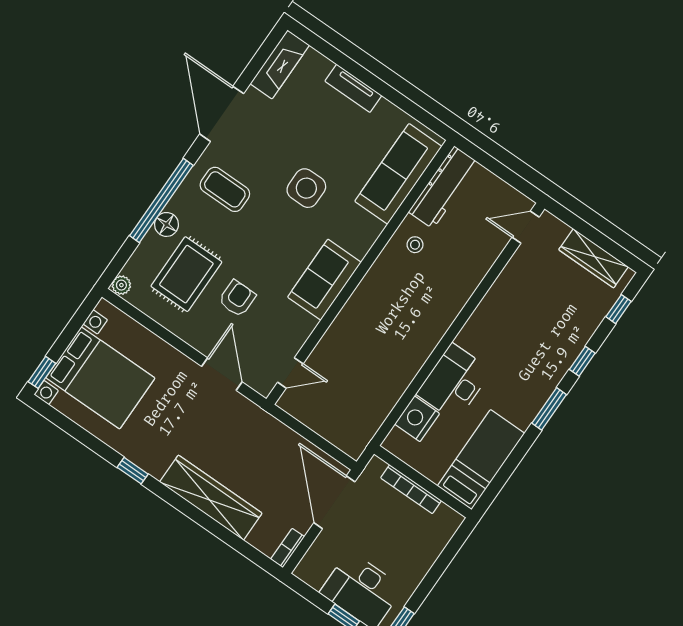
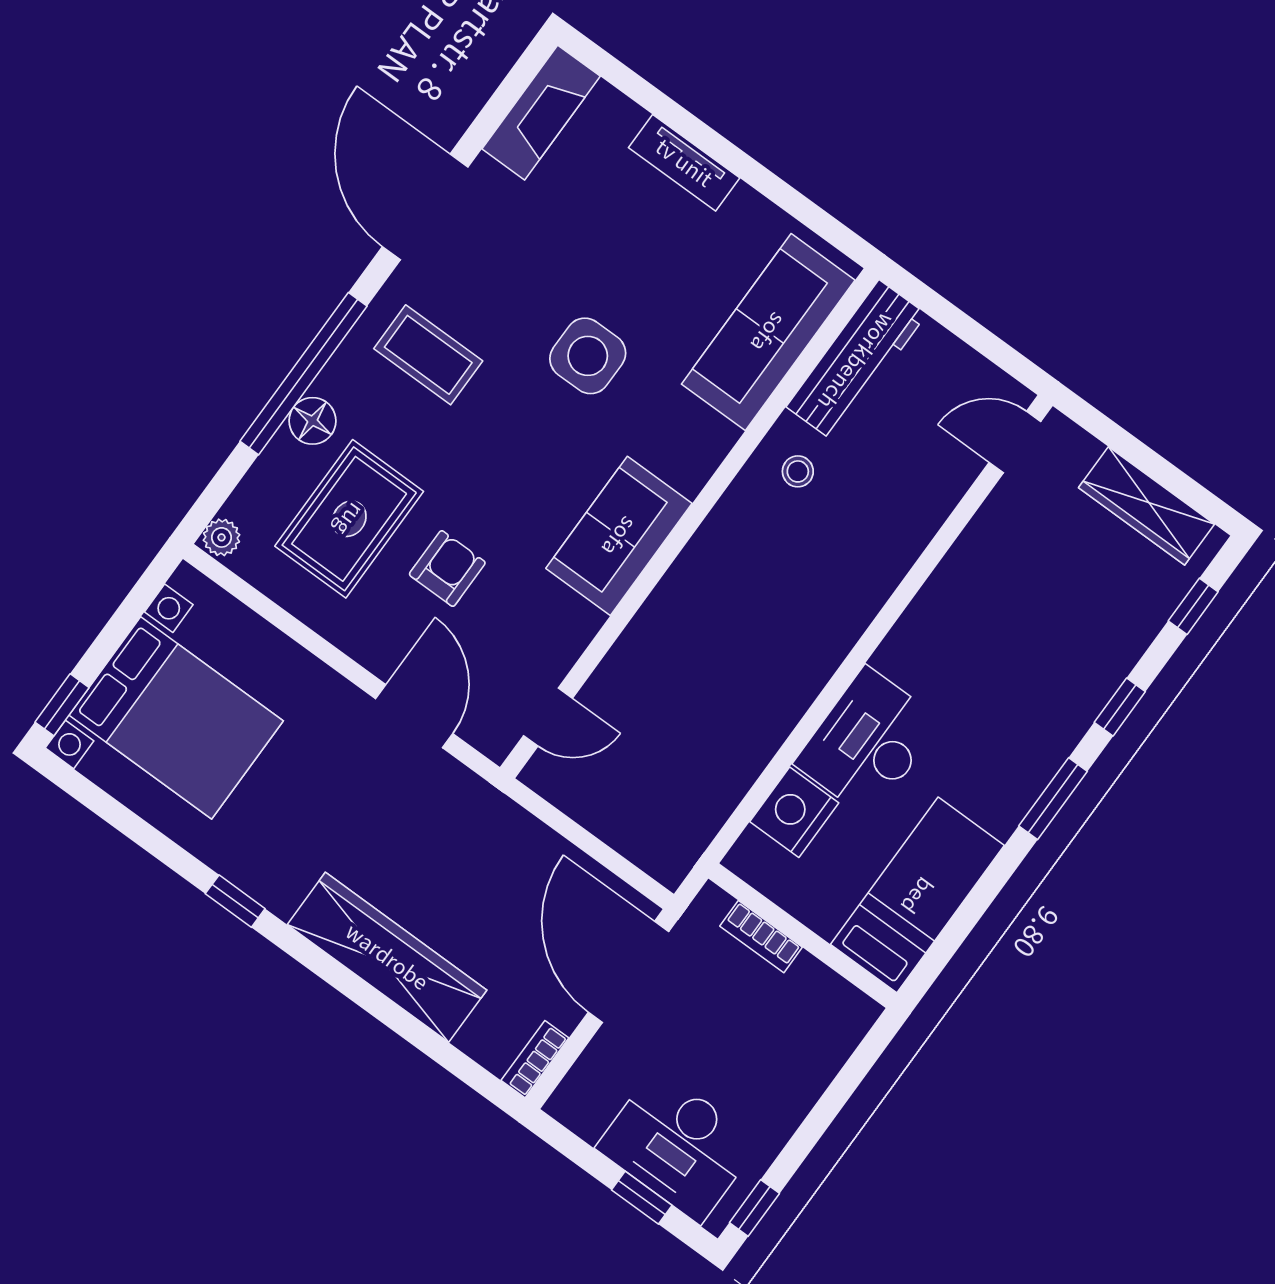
bookcase: (411, 489) -> (761, 937), width x0.64

